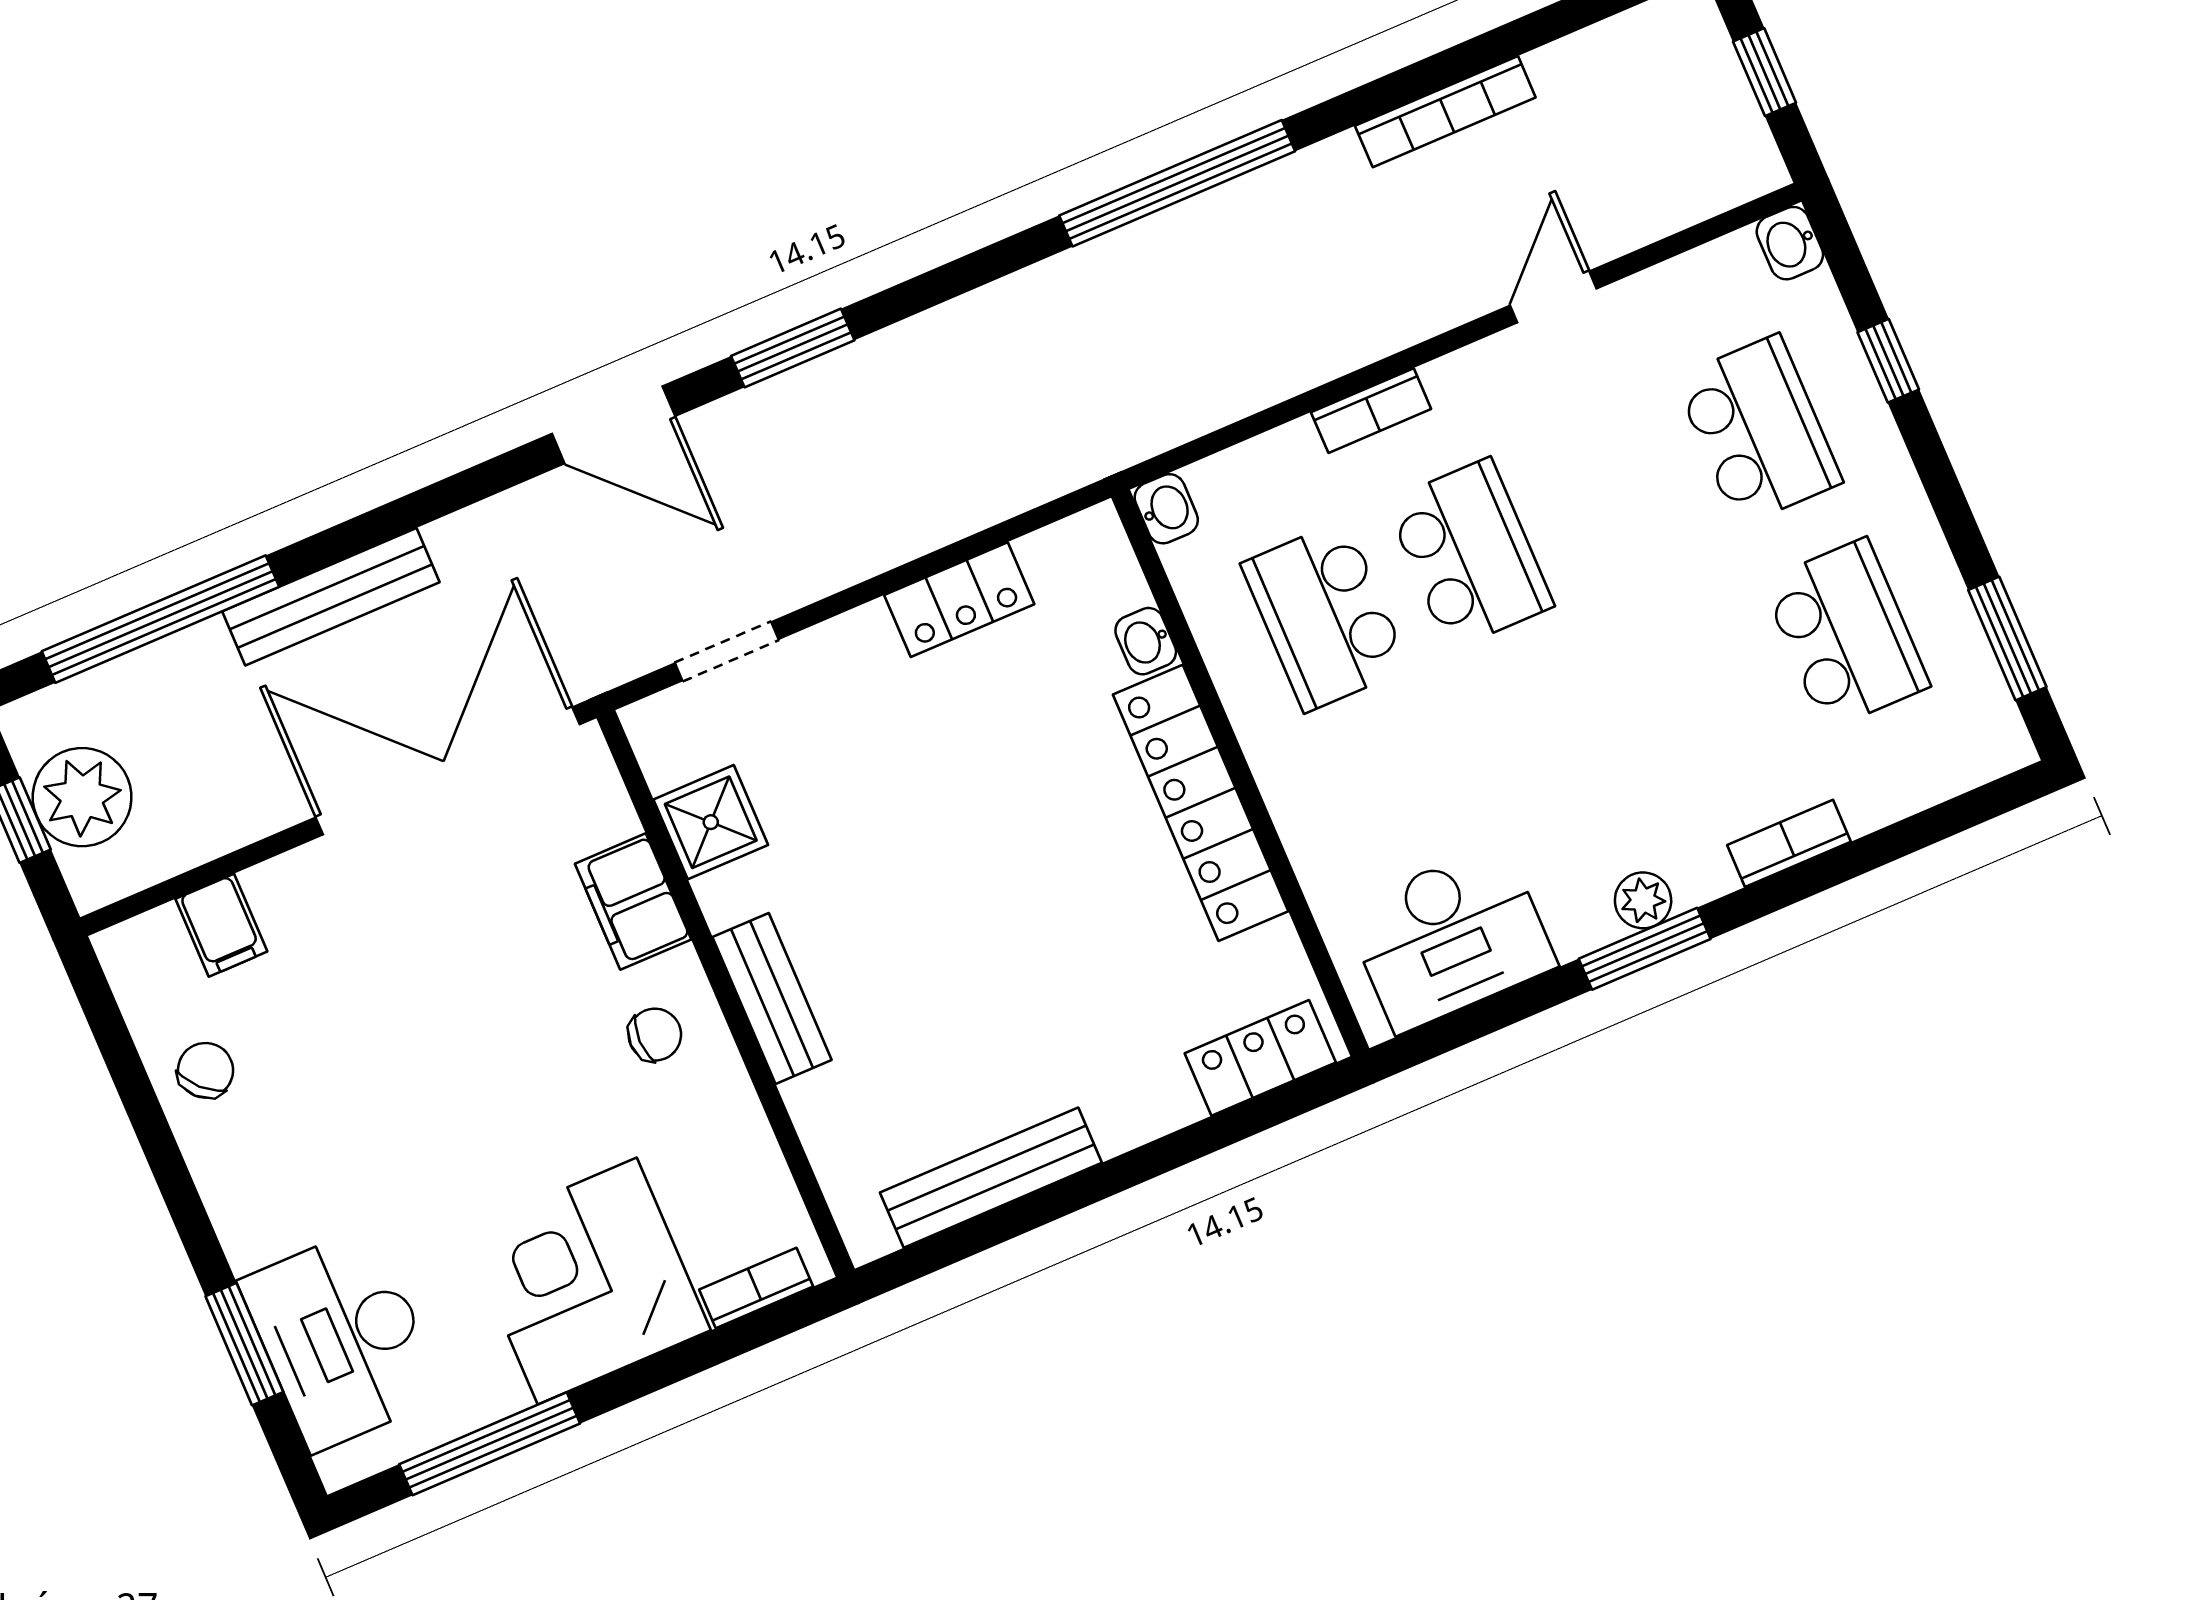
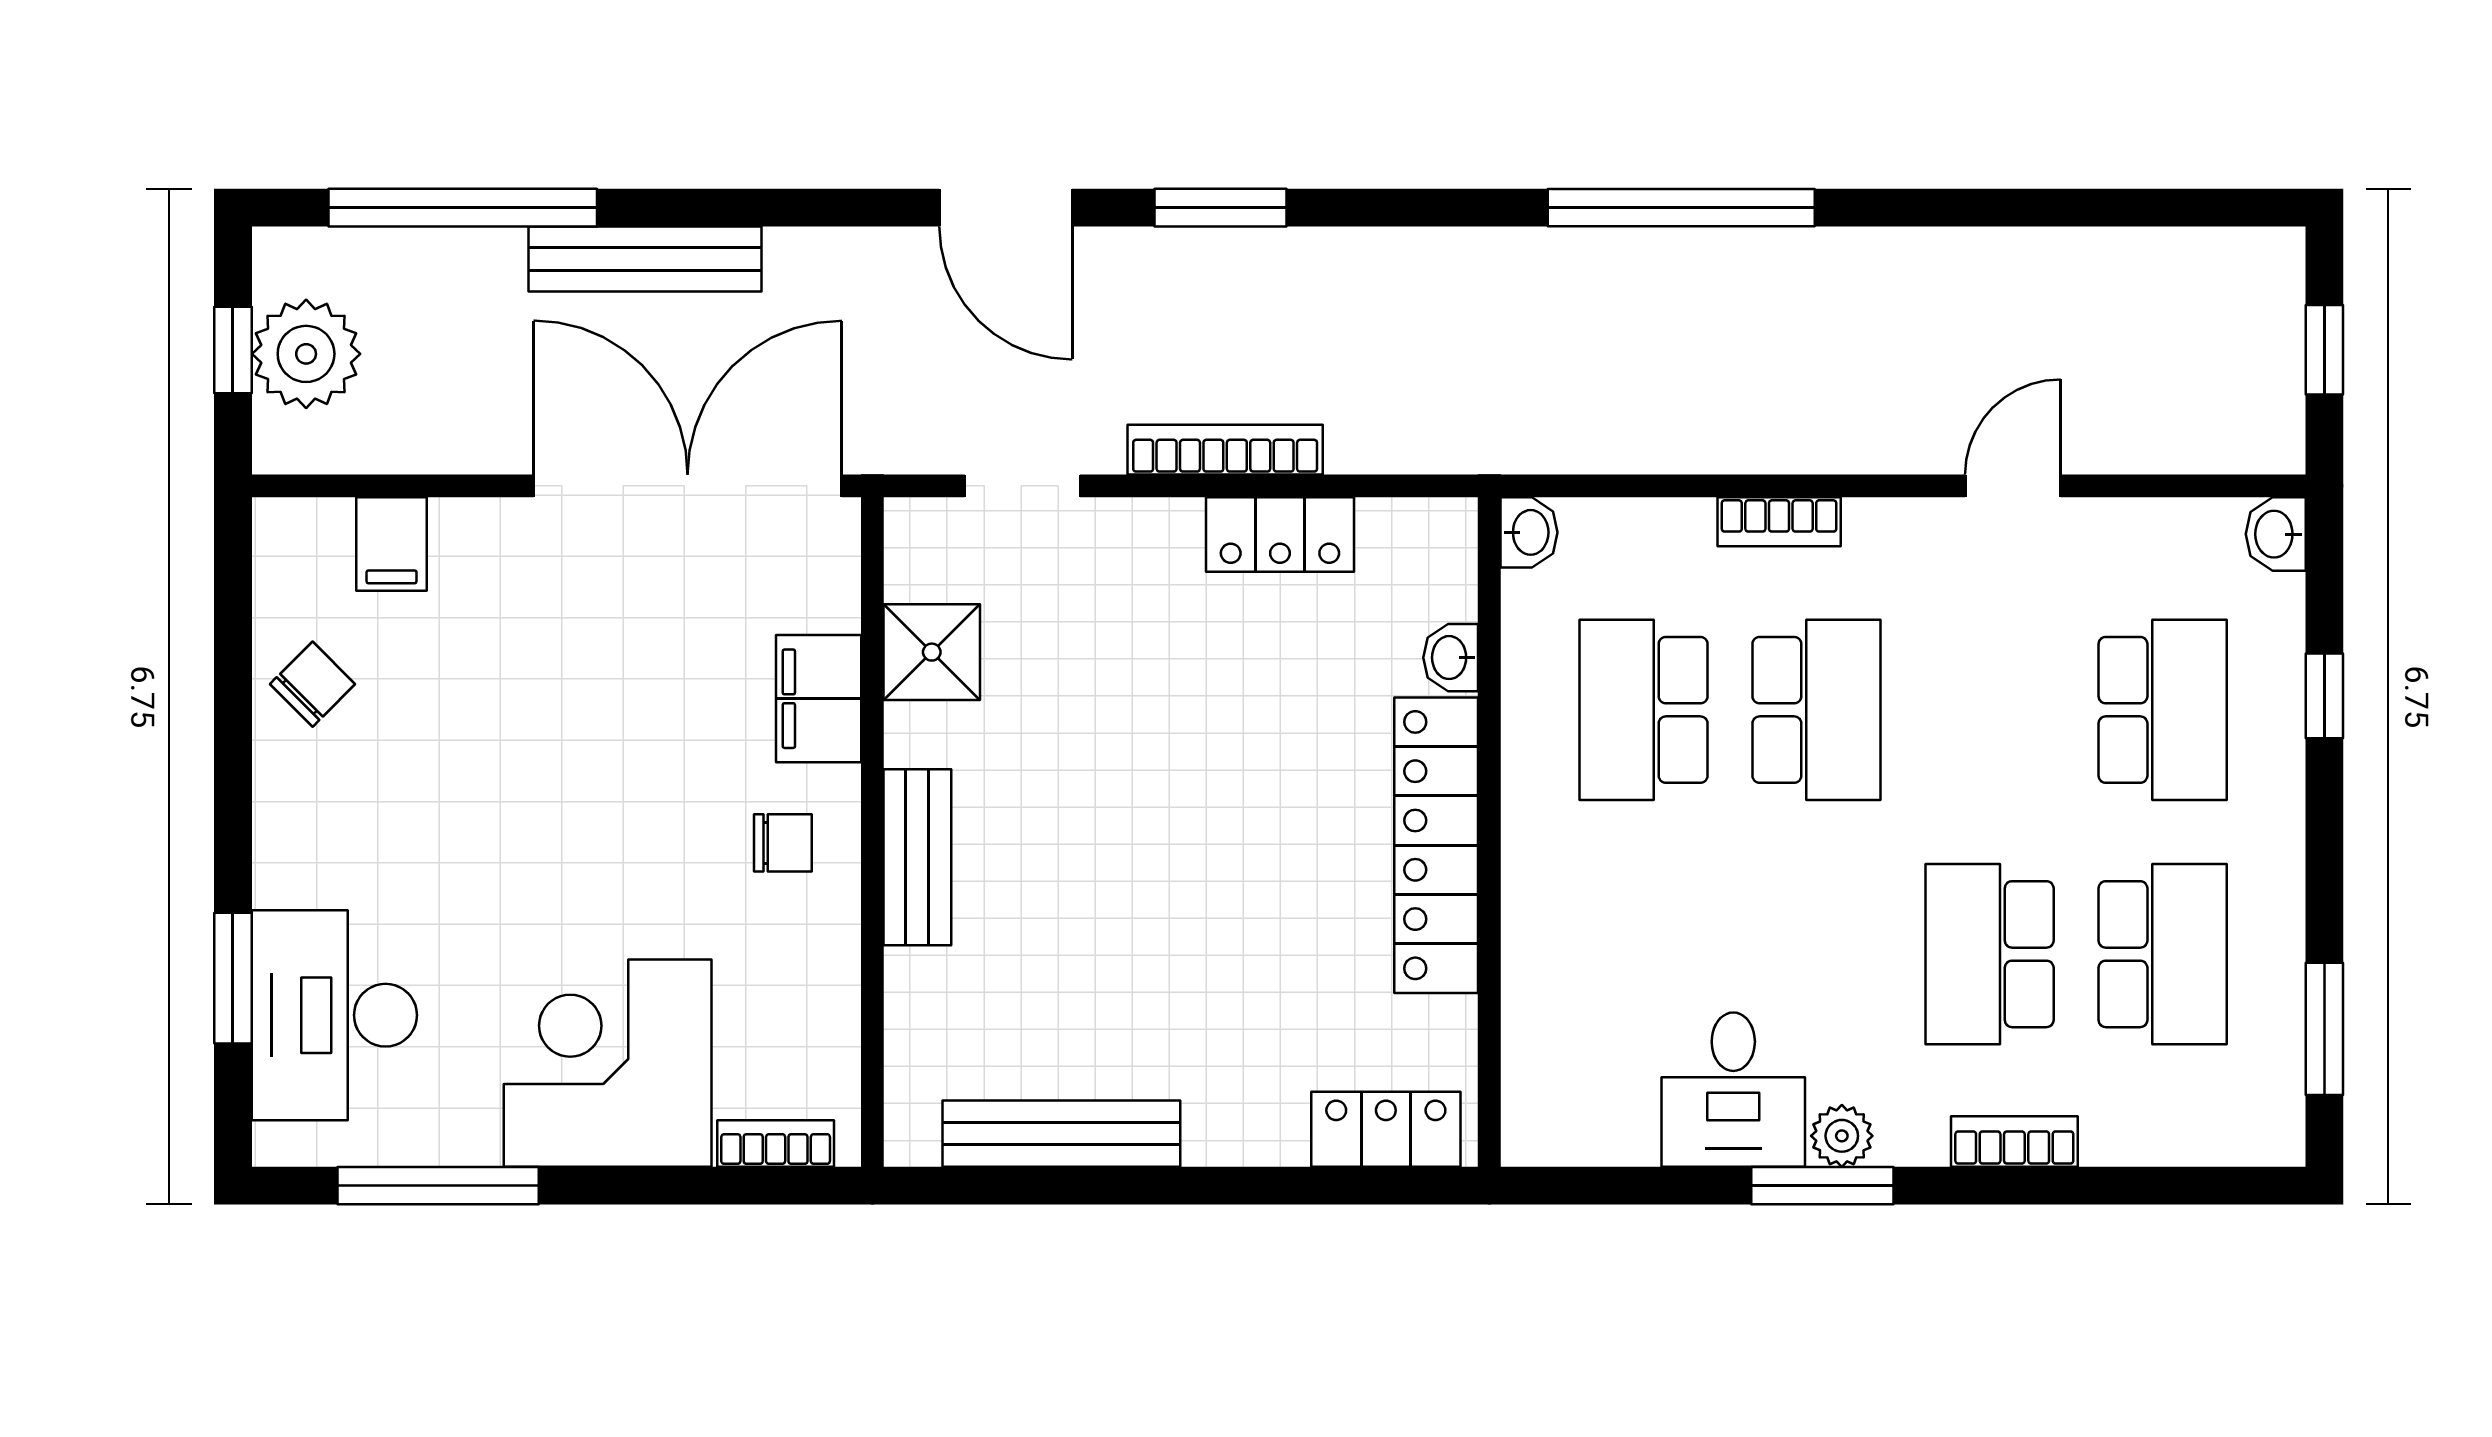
bookcase: (1445, 112) -> (1225, 450), moved, turned 180
school desk: (1701, 696) -> (1990, 954), added
desk: (1450, 937) -> (1733, 1090), moved, width x0.73

